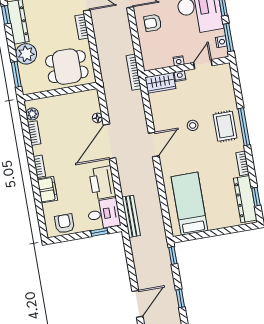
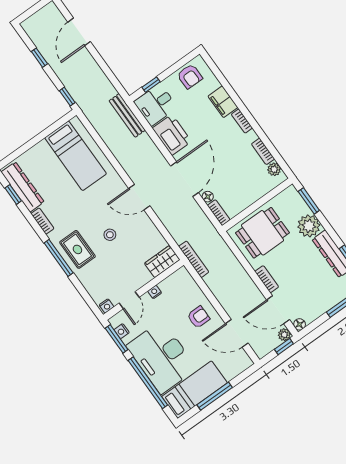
nightstand: (180, 76) -> (107, 306), moved
bookcase: (95, 100) -> (219, 213), added
door: (154, 145) -> (139, 197), hinge flipped

